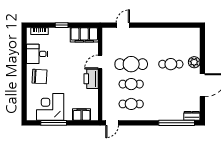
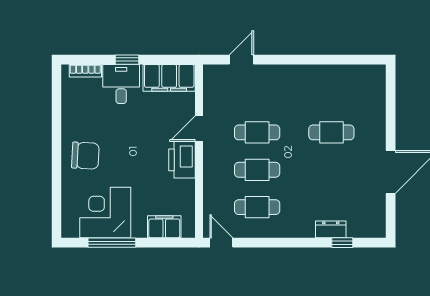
desk: (37, 54) -> (121, 84), moved, turned 90
plant: (194, 62) -> (375, 129), removed
cafe table: (131, 64) -> (257, 132), width x0.73, depth x0.74
dresser: (192, 116) -> (331, 229), moved
door: (112, 123) -> (221, 243), swing flipped
window: (177, 123) -> (342, 243), width x0.32

